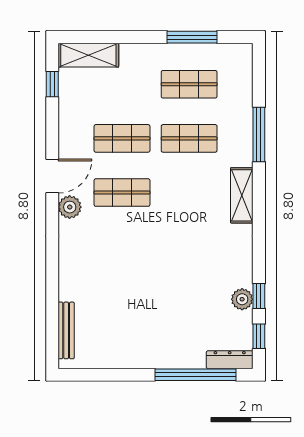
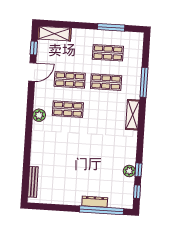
door: (52, 176) -> (32, 72), moved
dresser: (230, 360) -> (95, 202), moved

